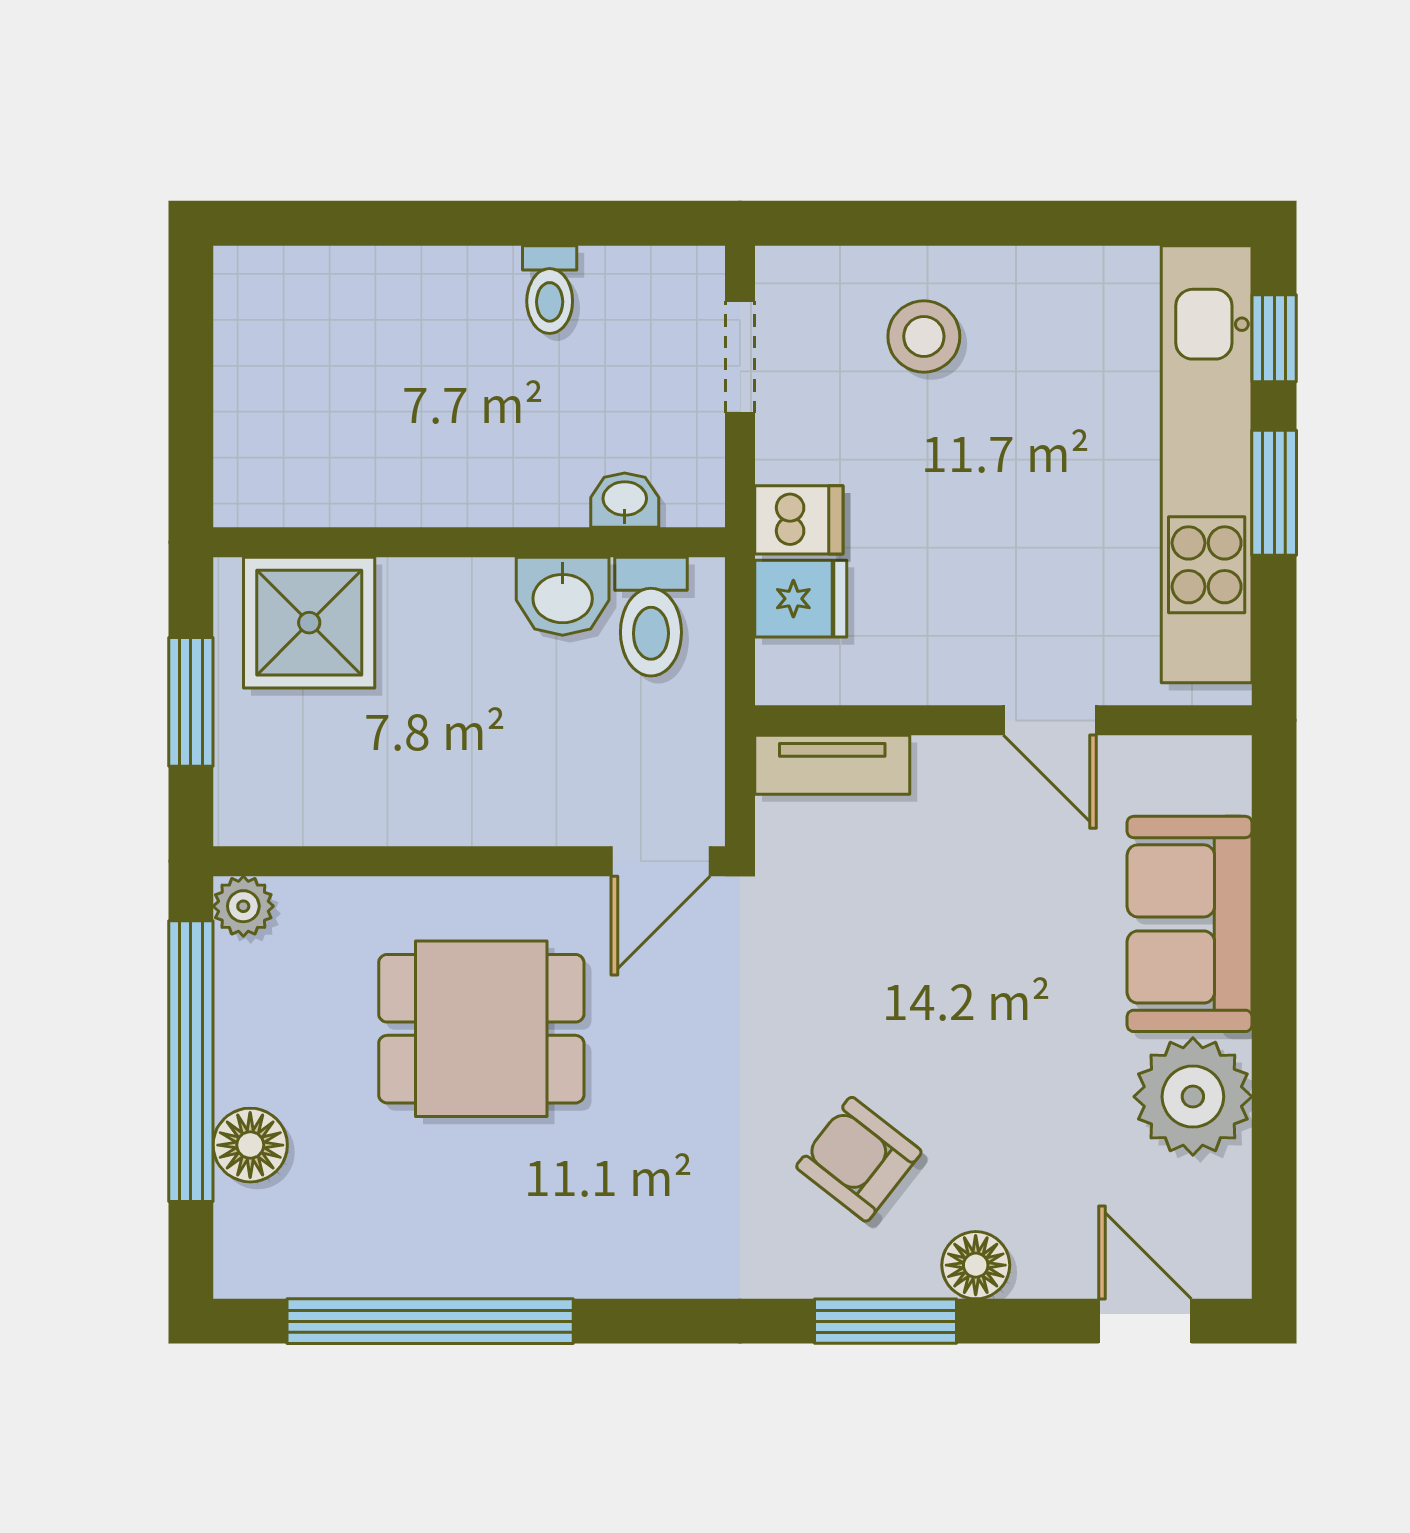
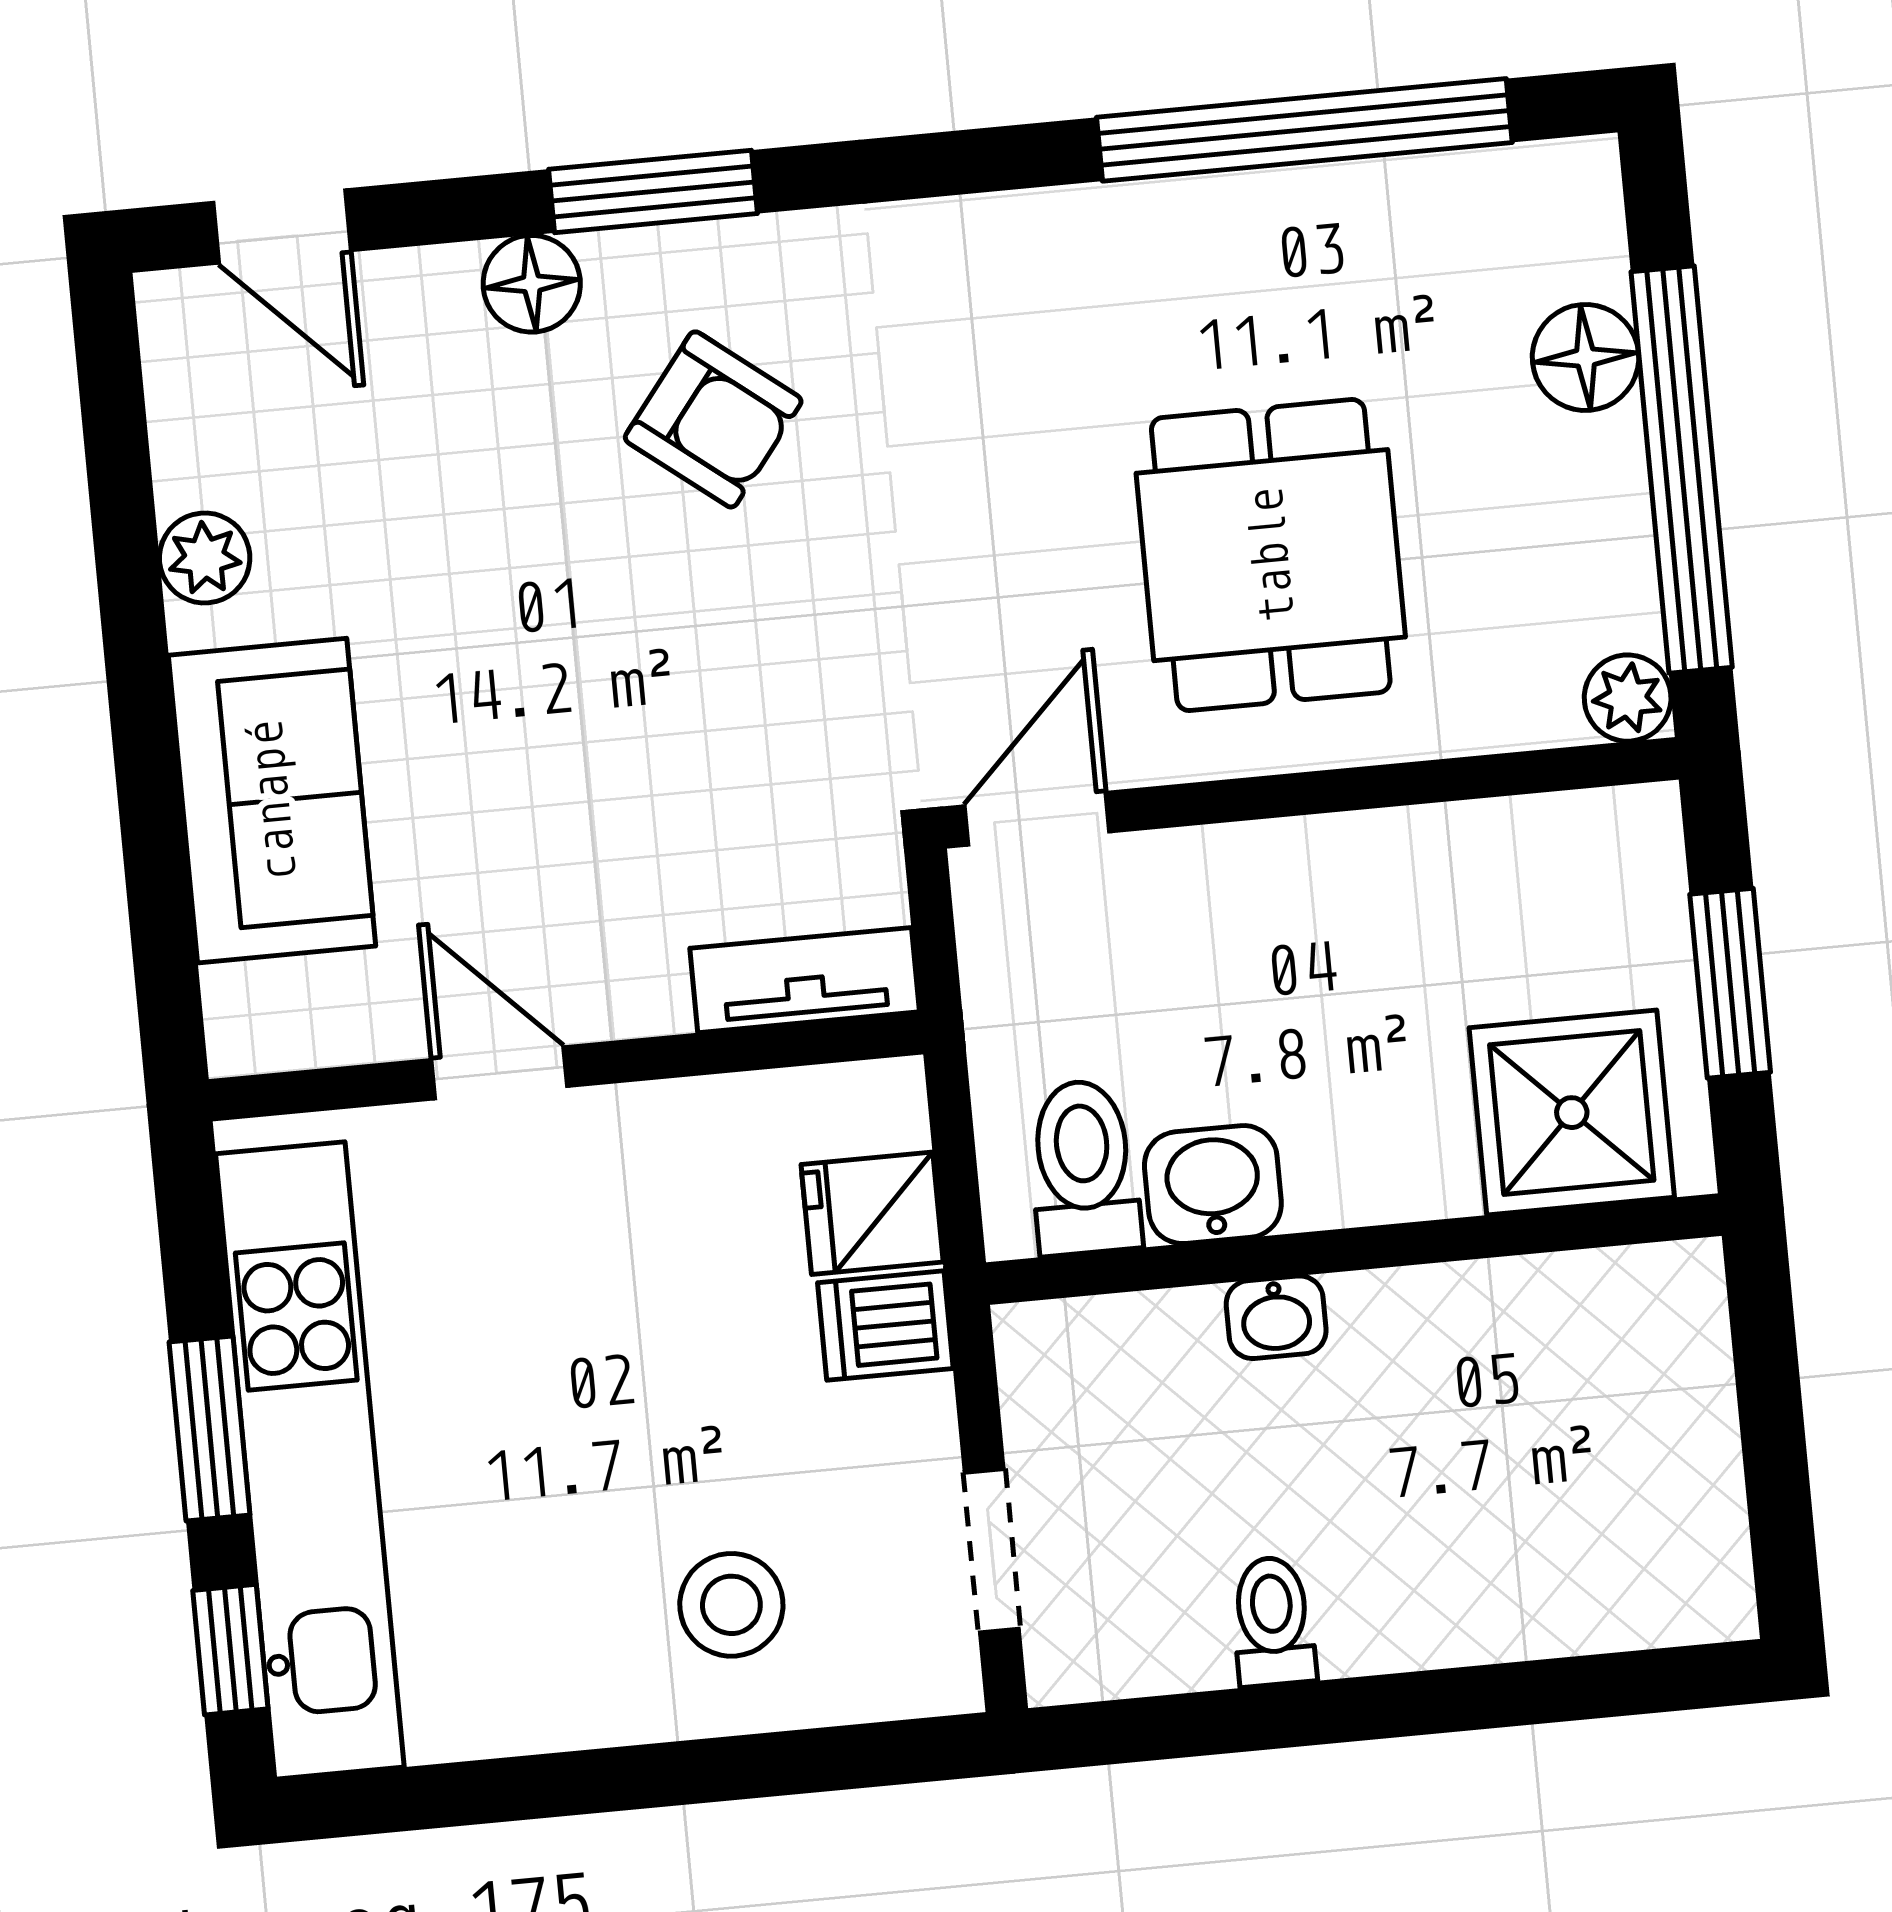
washbasin: (625, 500) -> (1276, 1317), moved
dining table: (481, 1029) -> (1271, 555), turned 90
plant: (1193, 1097) -> (205, 558), width x0.53, depth x0.53

